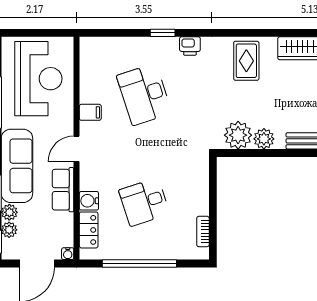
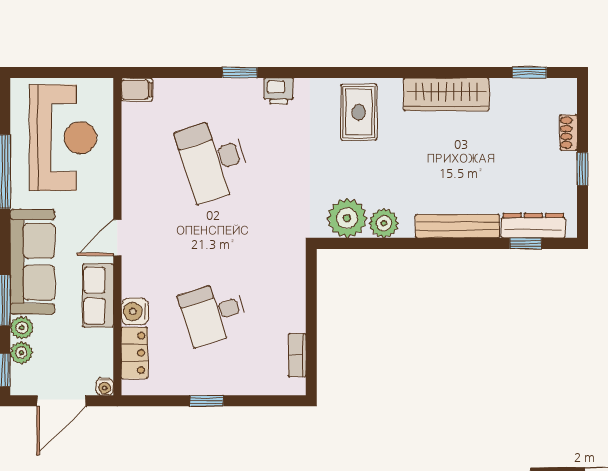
filing cabinet: (90, 112) -> (137, 90), moved
window: (139, 264) -> (207, 401), width x0.32

